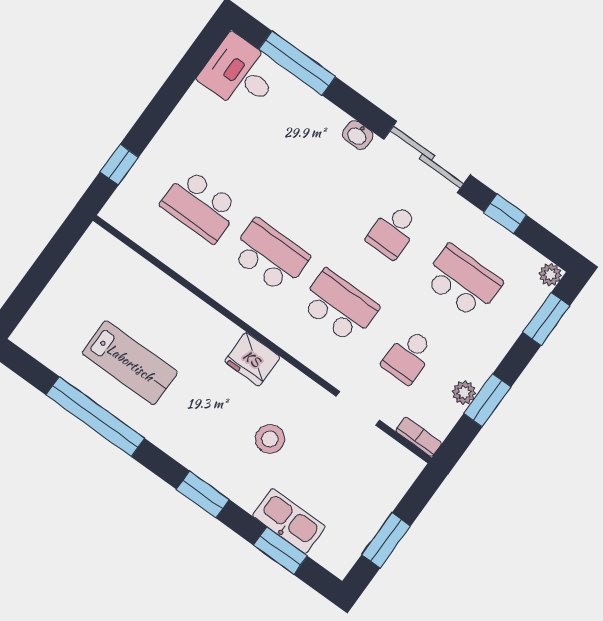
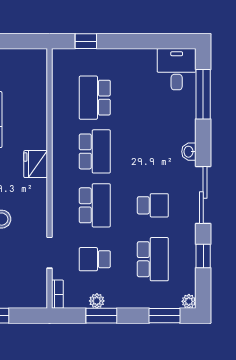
school desk: (393, 231) -> (153, 205), turned 180
fridge: (252, 359) -> (36, 164), moved

